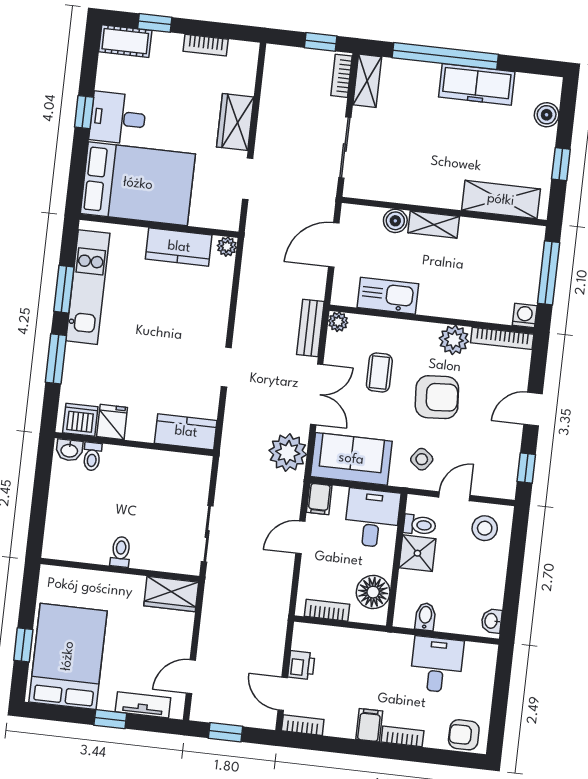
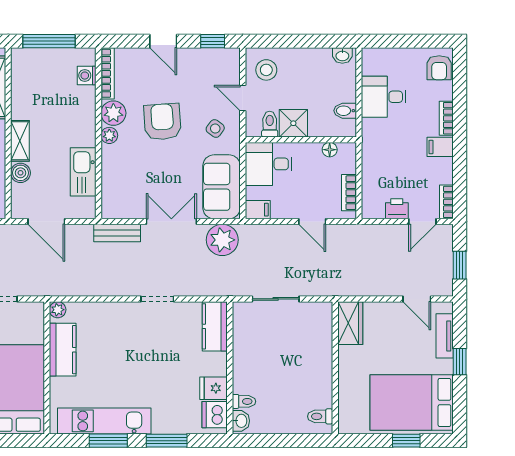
washing machine: (525, 316) -> (87, 76), moved
plant: (338, 322) -> (109, 135), moved
coffee table: (379, 372) -> (147, 172), removed
sliding door: (207, 534) -> (276, 299), moved
door: (300, 537) -> (312, 221), moved
toilet: (121, 552) -> (320, 416), moved
floor lamp: (373, 592) -> (330, 150), width x0.53, depth x0.53

